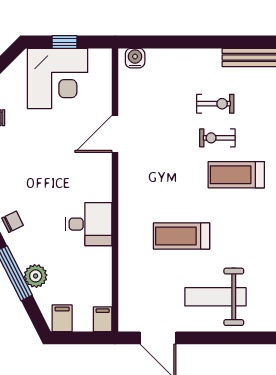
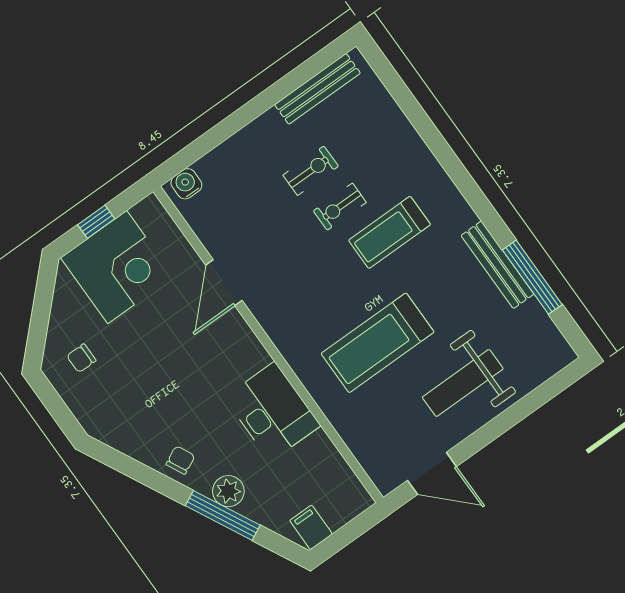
desk: (89, 224) -> (272, 412), width x1.37
treadmill: (181, 236) -> (378, 343), width x1.37, depth x1.38
plant: (36, 276) -> (228, 491), moved
filing cabinet: (103, 319) -> (356, 496), removed

